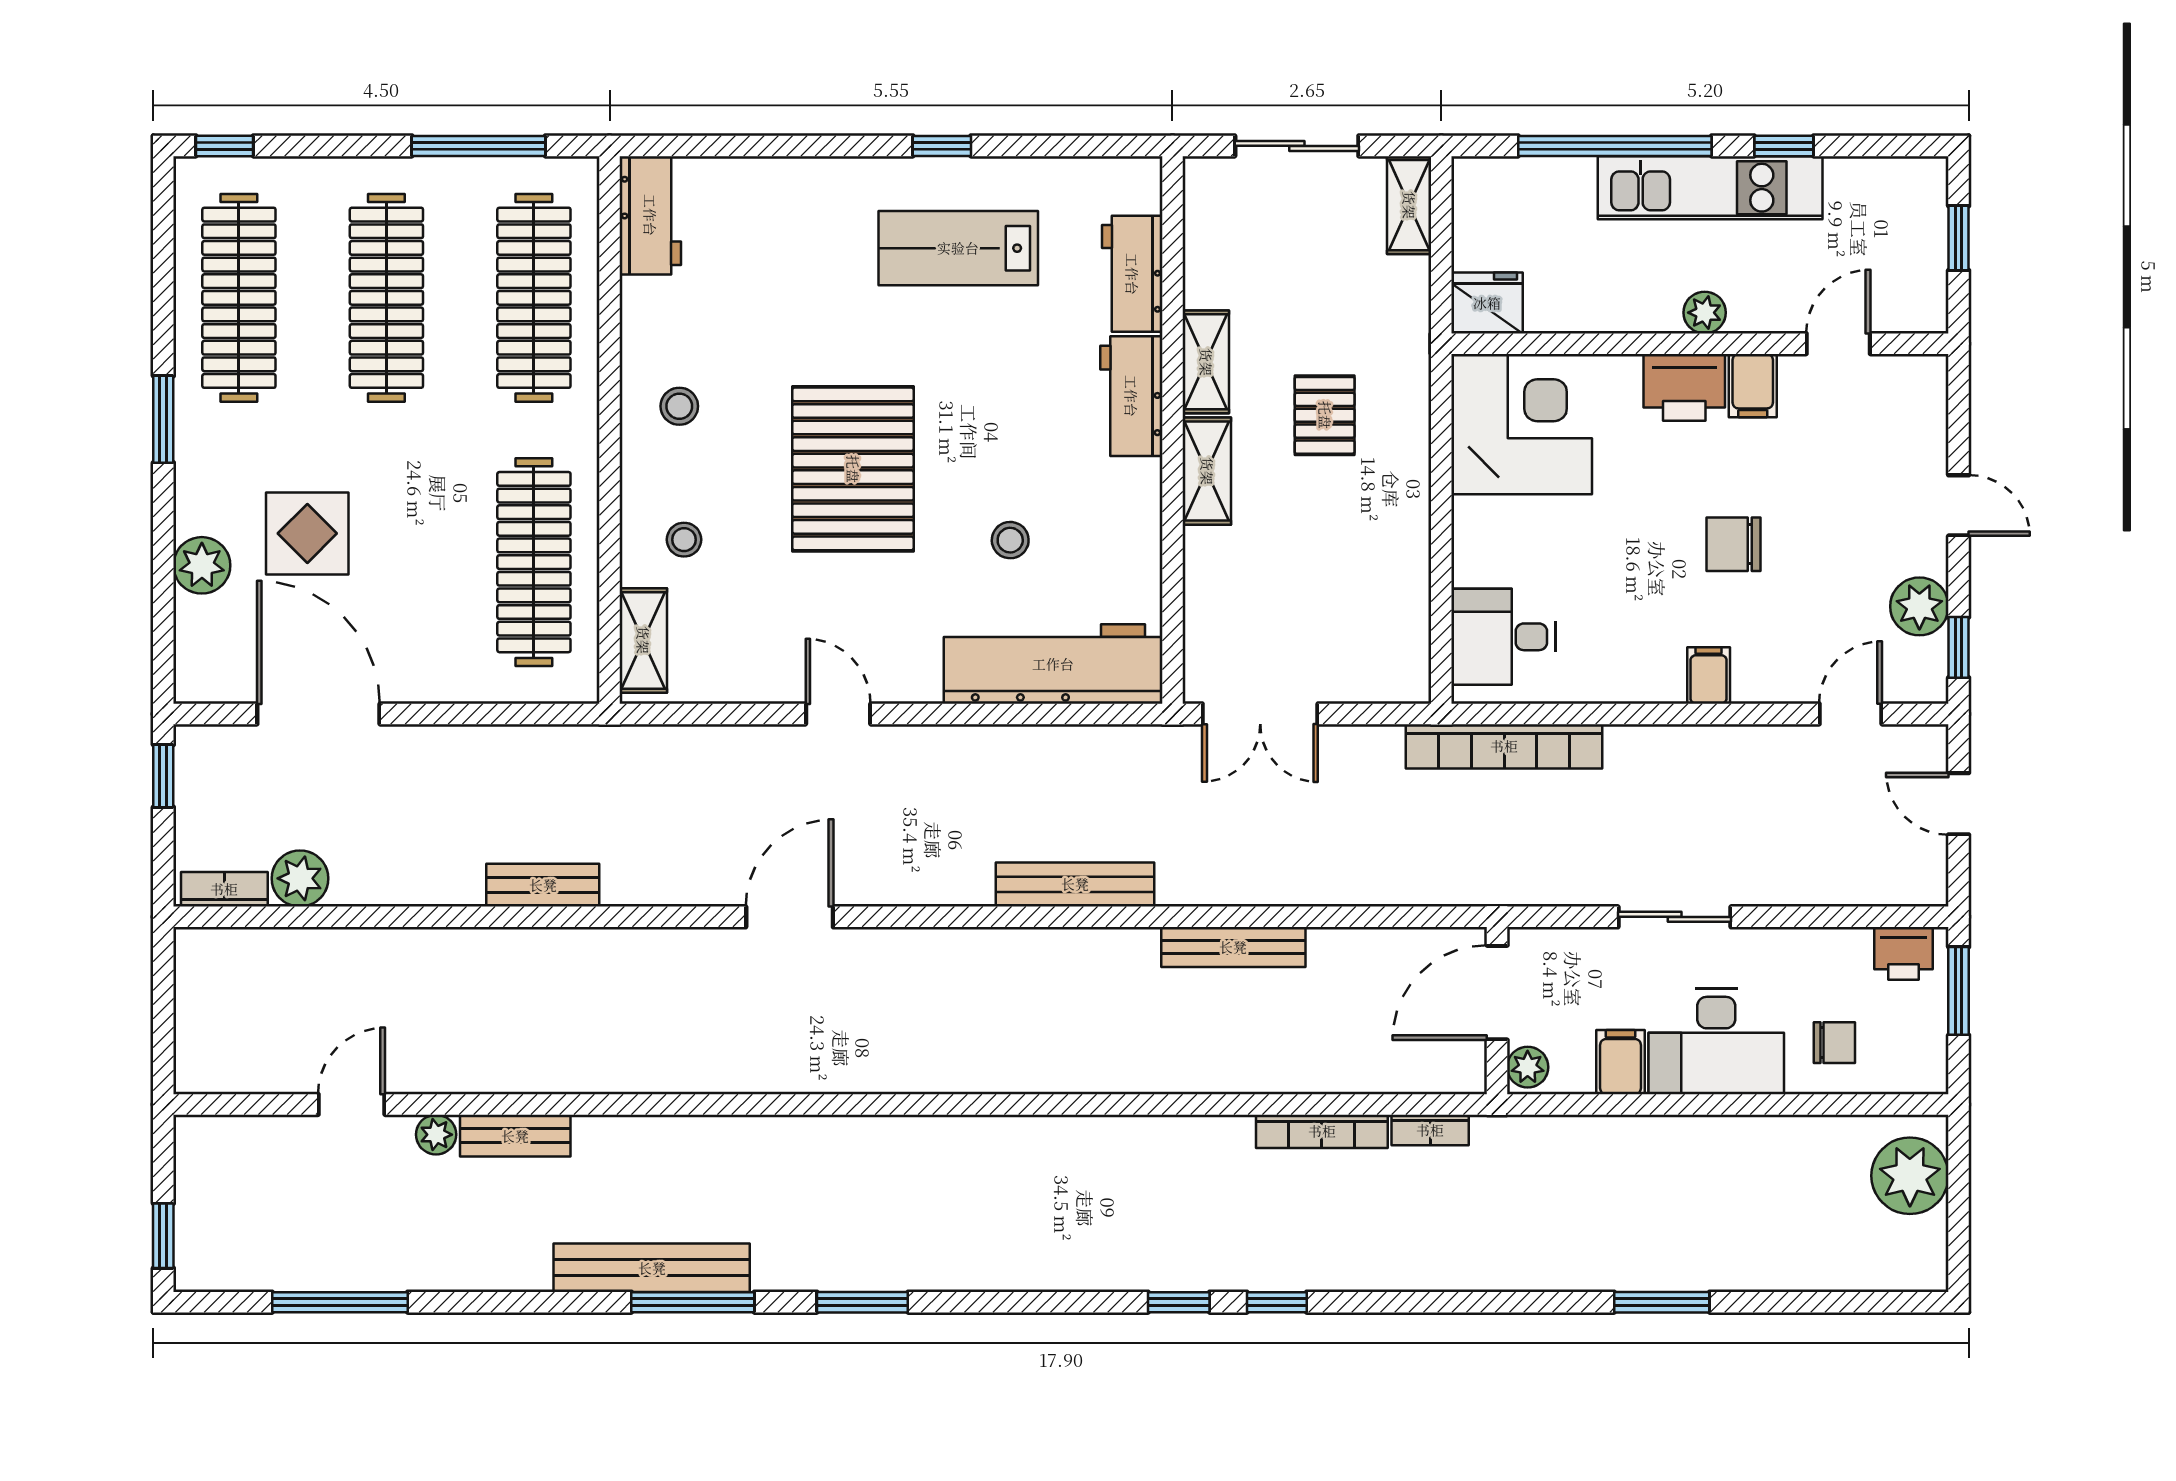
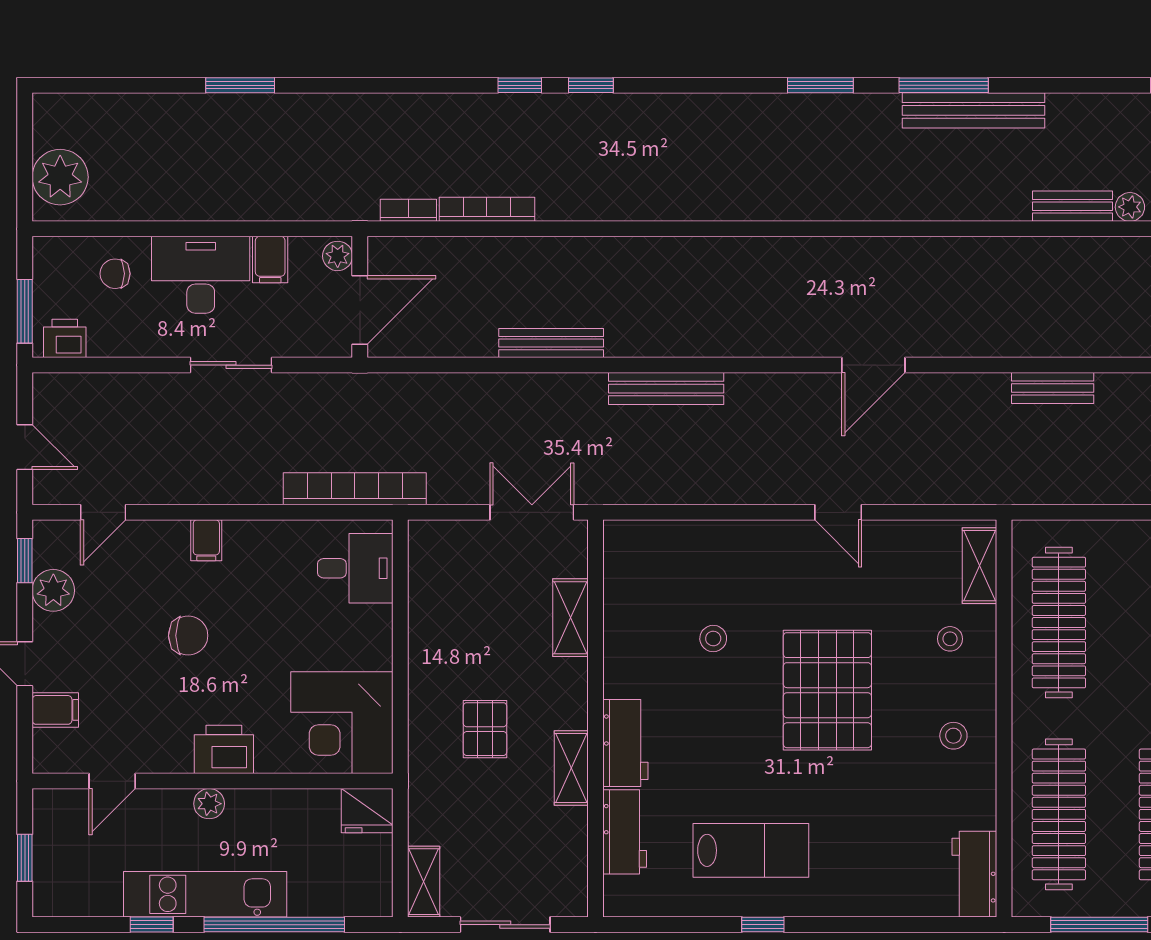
filing cabinet: (1753, 386) -> (55, 710), moved, turned 90
shelving: (1207, 471) -> (570, 618), moved
workbench: (1053, 664) -> (682, 549), removed

